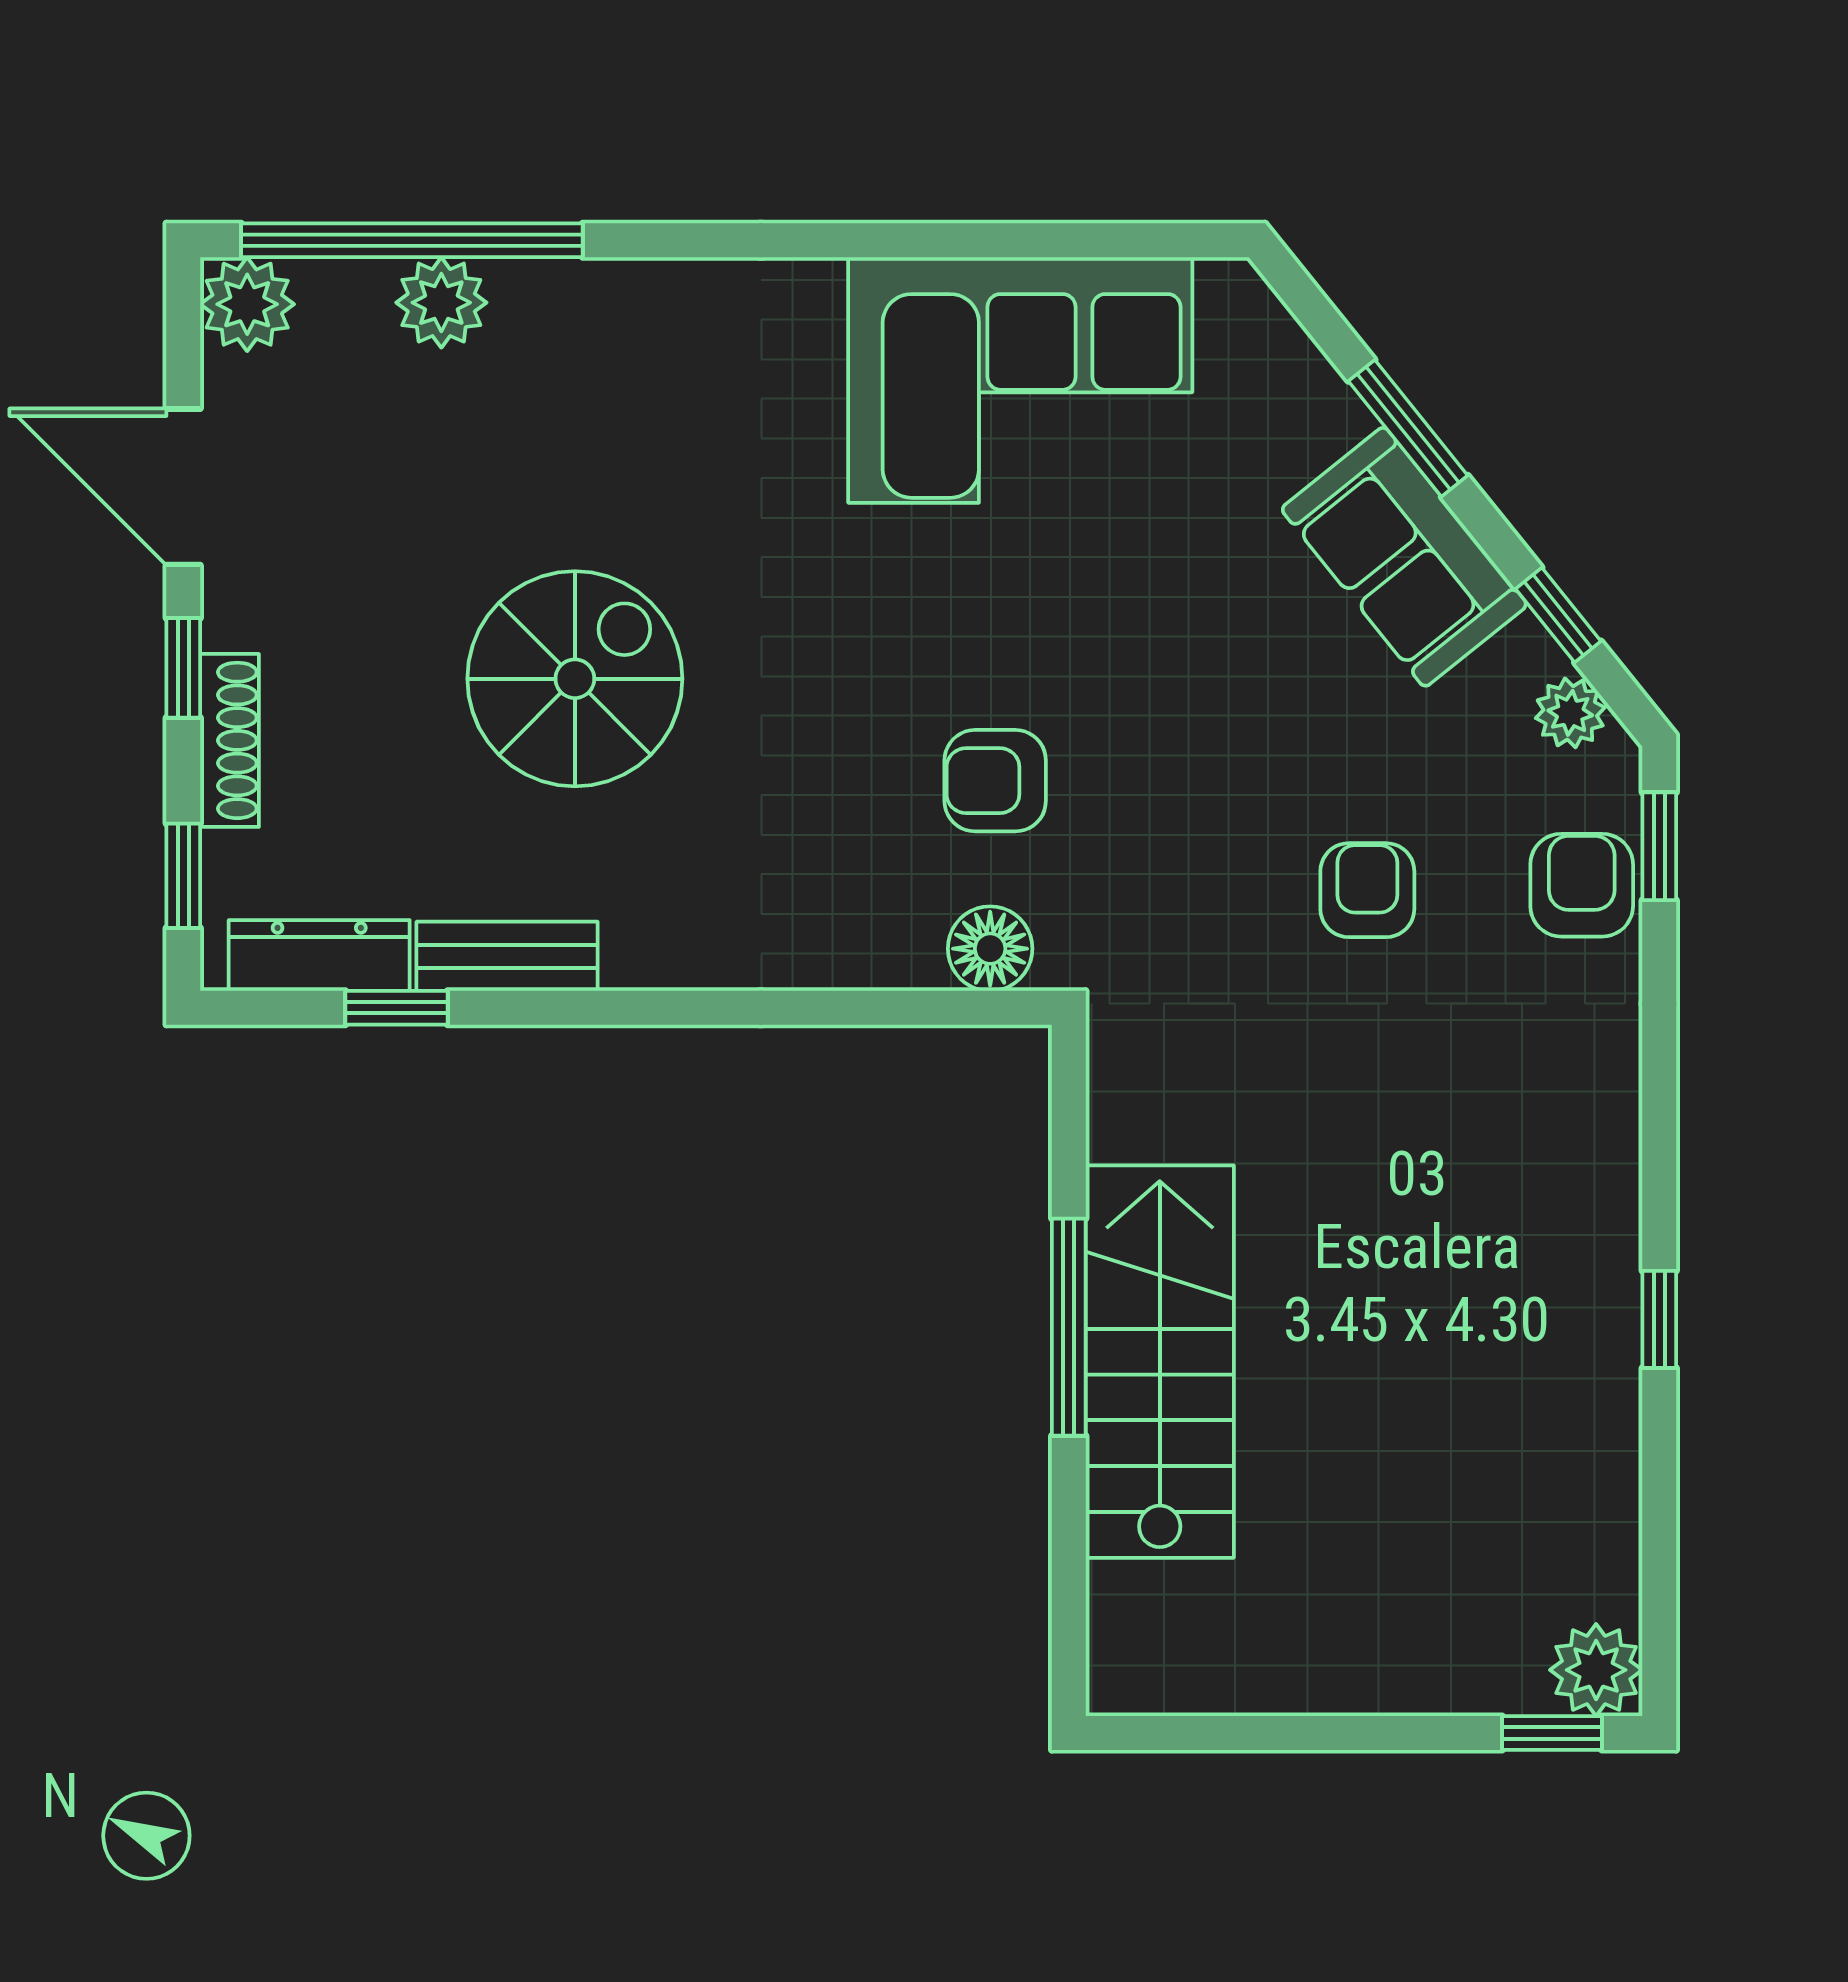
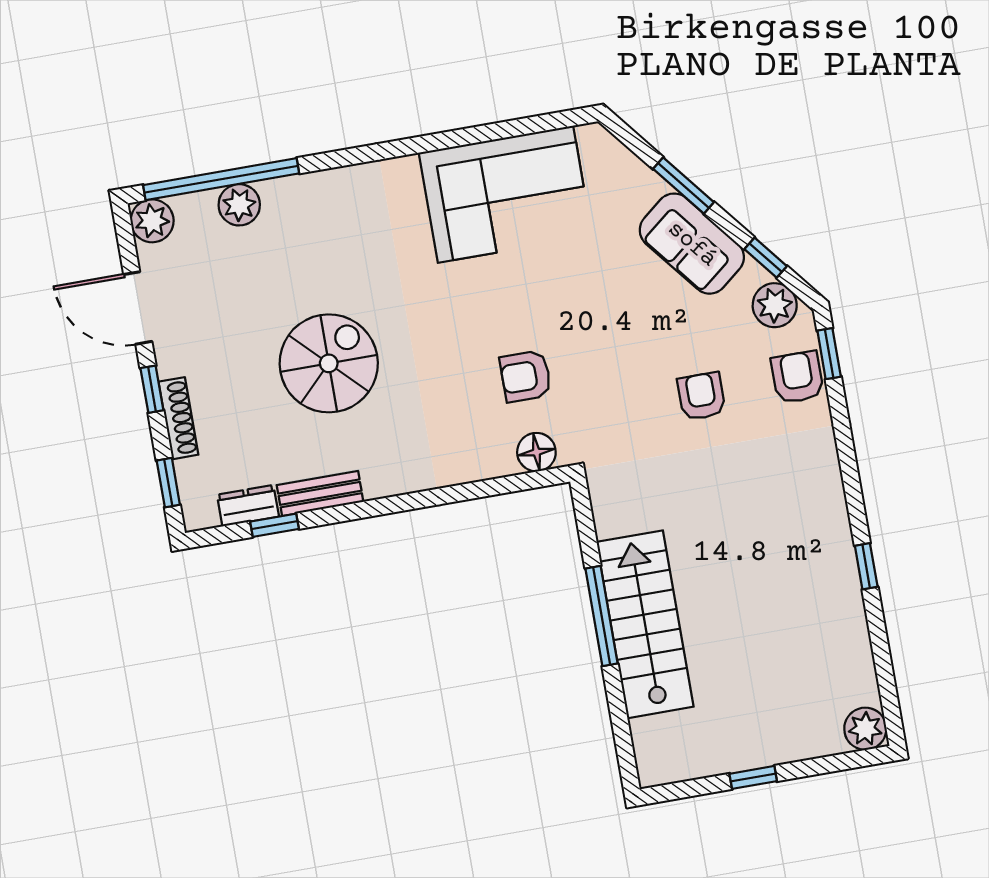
plant: (1570, 713) -> (775, 305), width x1.38, depth x1.38
dresser: (319, 955) -> (248, 506), width x0.70
window: (1552, 1733) -> (753, 777), moved

